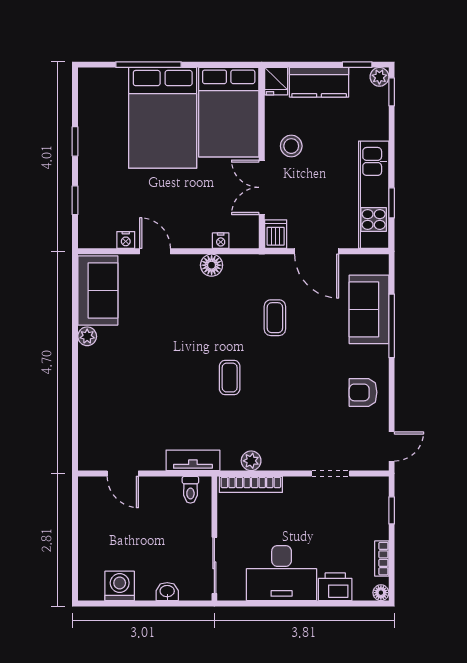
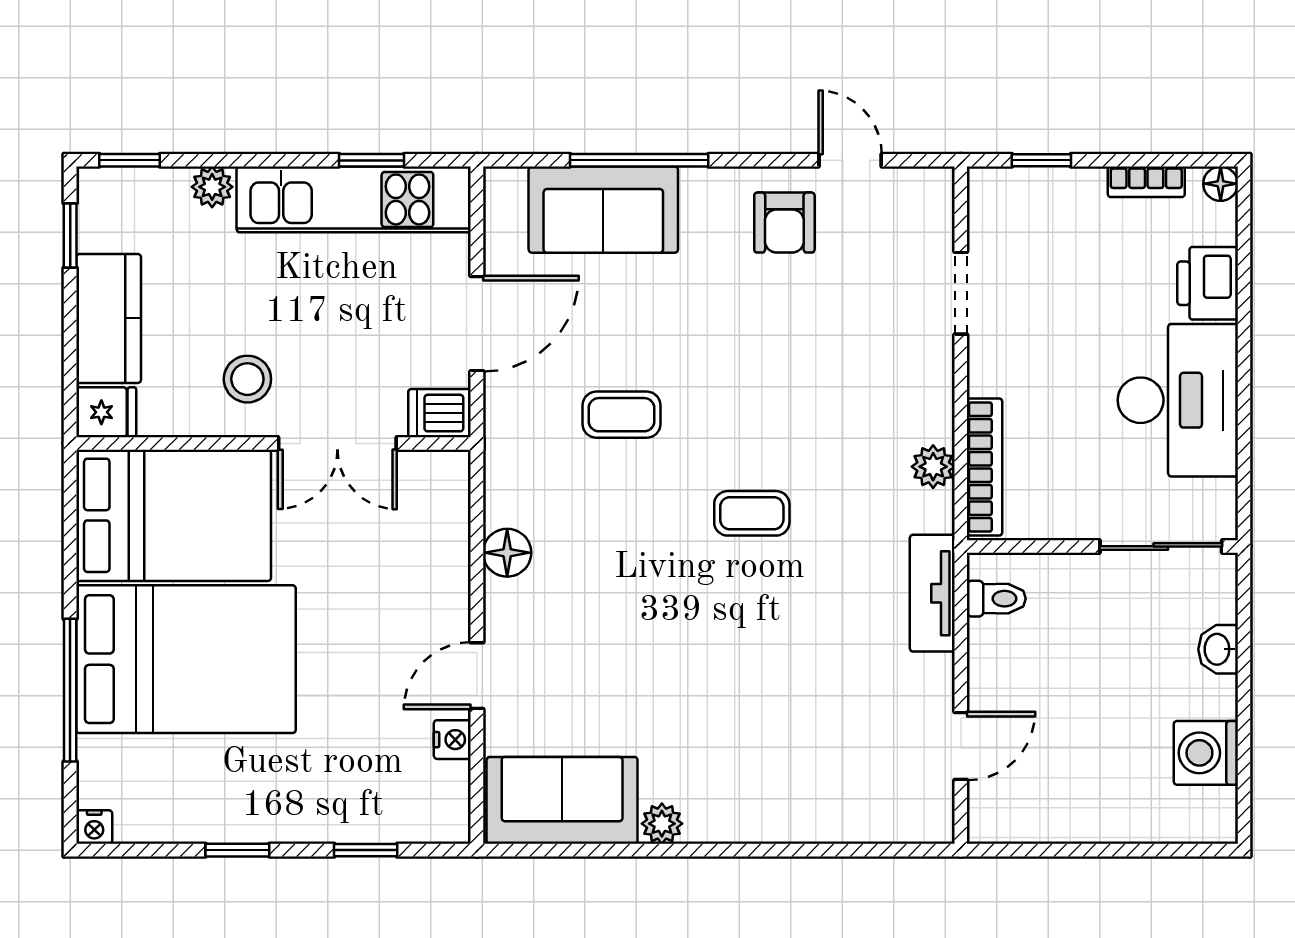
plant: (379, 77) -> (212, 187), moved
nightstand: (221, 241) -> (94, 827), moved, turned 90
door: (392, 446) -> (850, 160), moved

